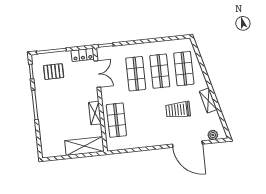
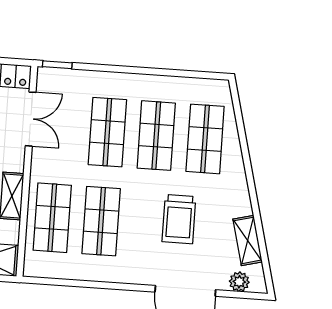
shelving: (208, 100) -> (248, 240), moved
trolley: (178, 110) -> (179, 219), turned -90
shop shelf: (140, 118) -> (101, 221), added

